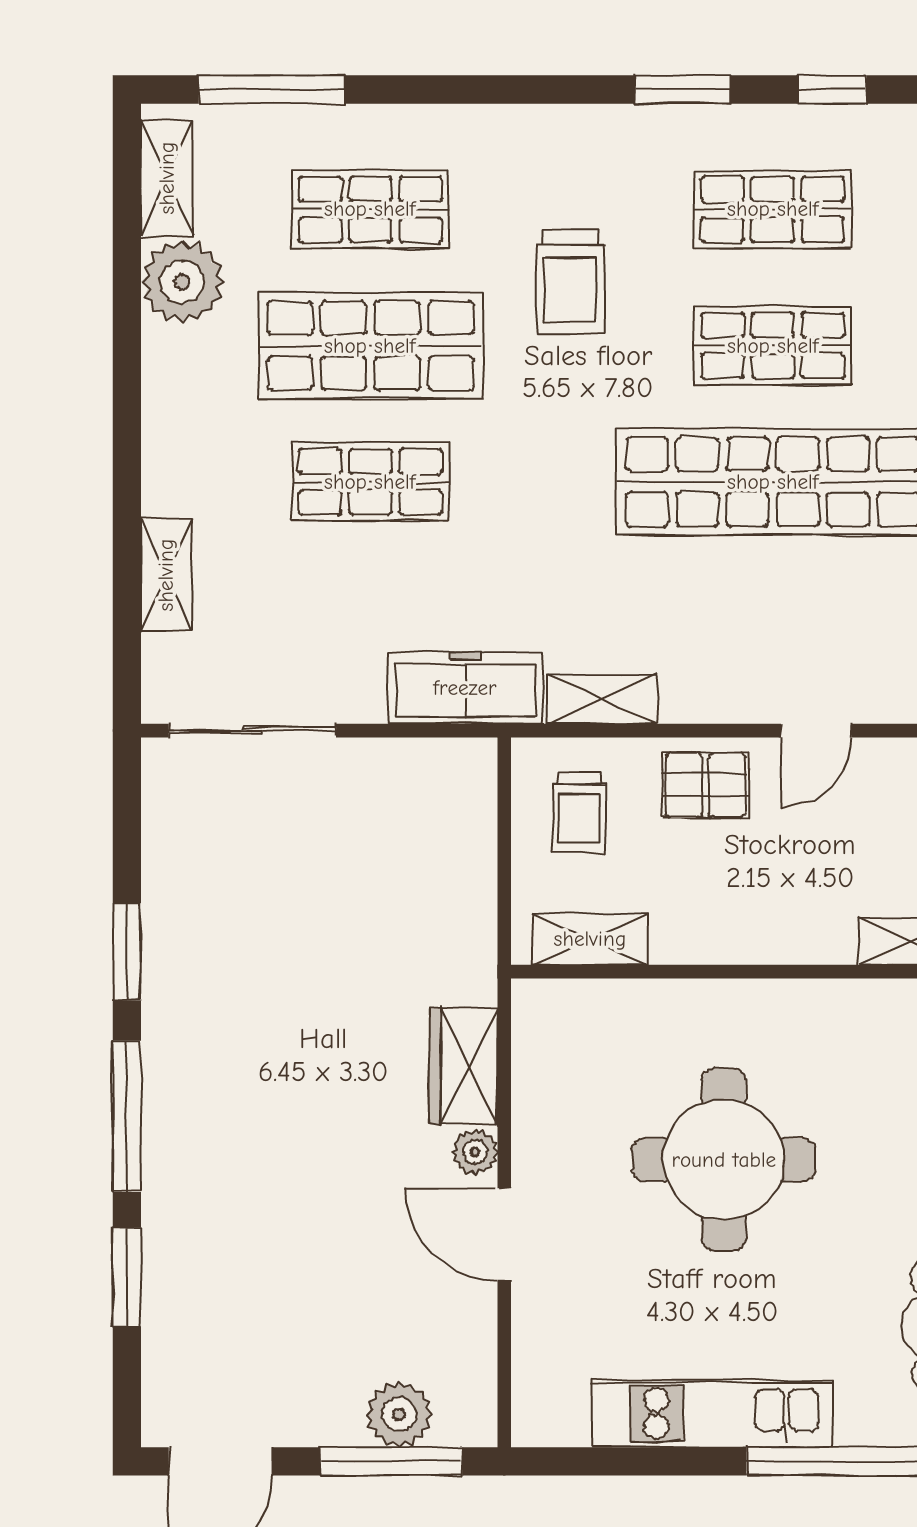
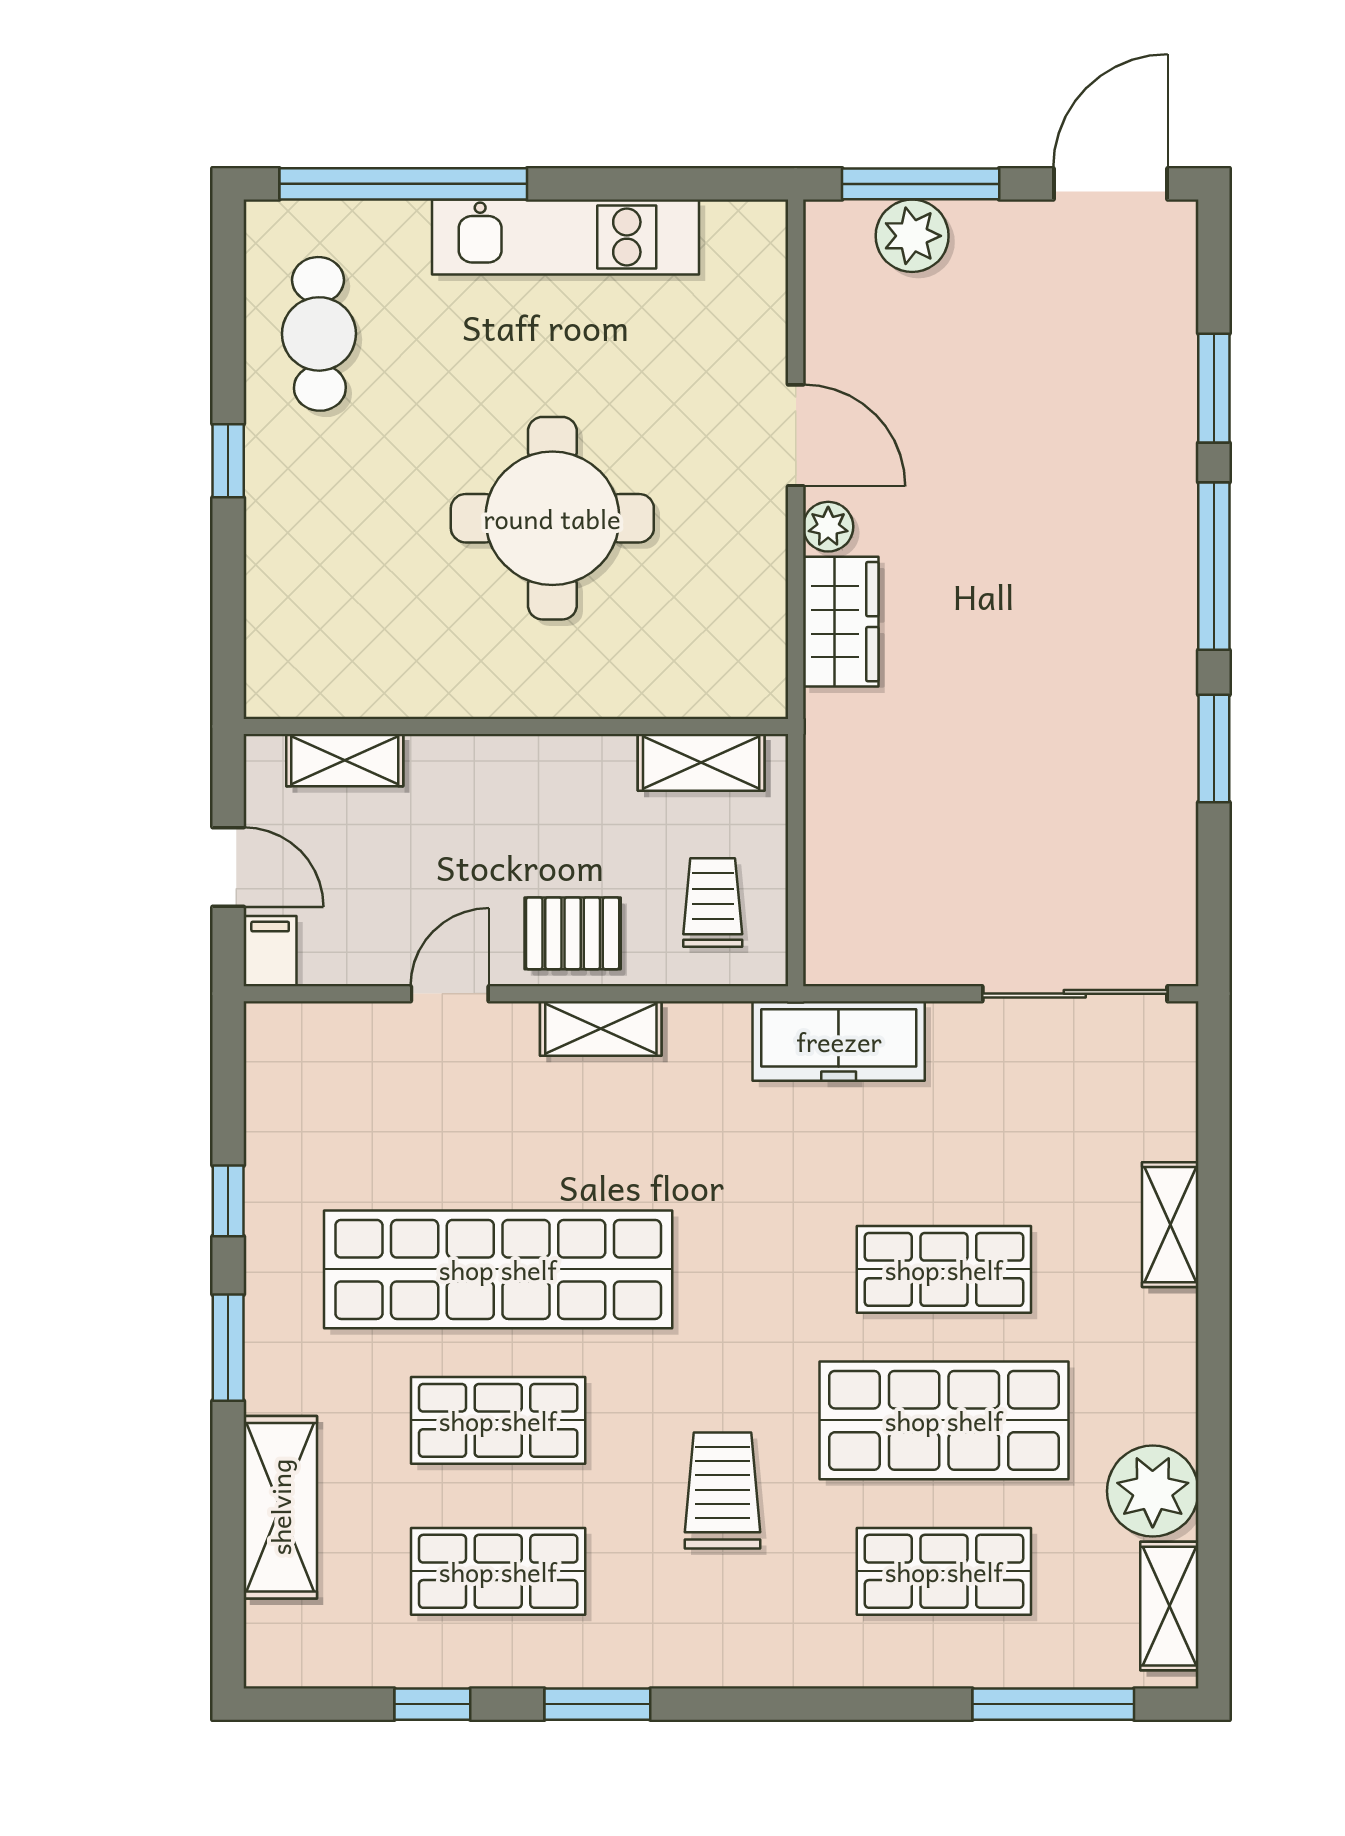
shelving: (166, 575) -> (1170, 1225), moved
shelving: (602, 699) -> (601, 1029), moved

